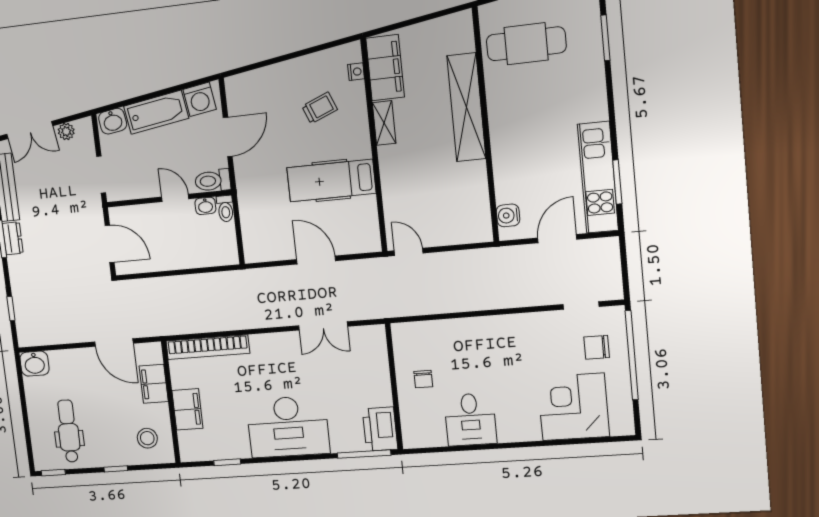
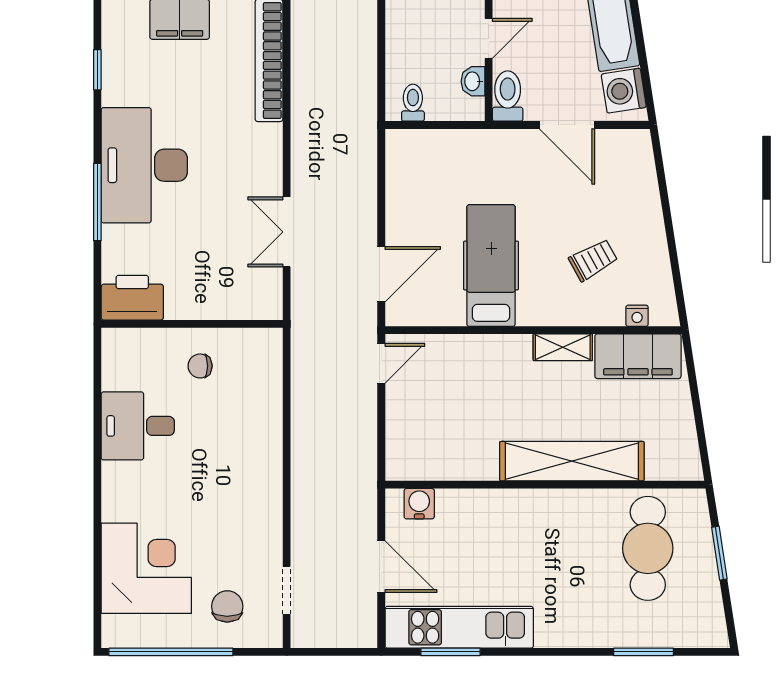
trolley: (320, 108) -> (593, 260), turned -97
toilet: (225, 209) -> (413, 103), moved, turned 90
door: (316, 260) -> (381, 274), moved
window: (632, 355) -> (171, 652), moved
window: (364, 454) -> (97, 202), moved

